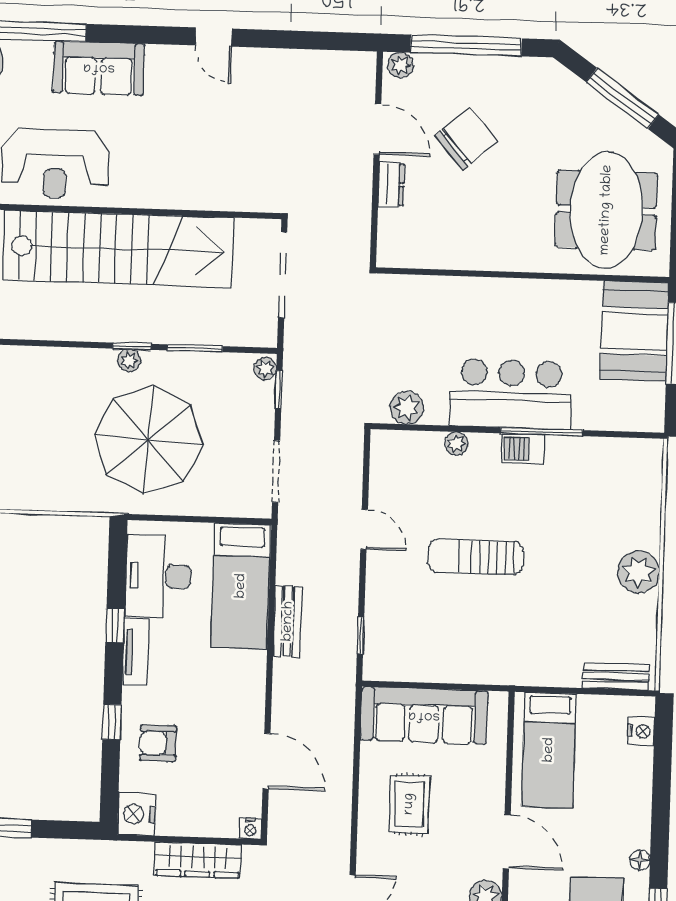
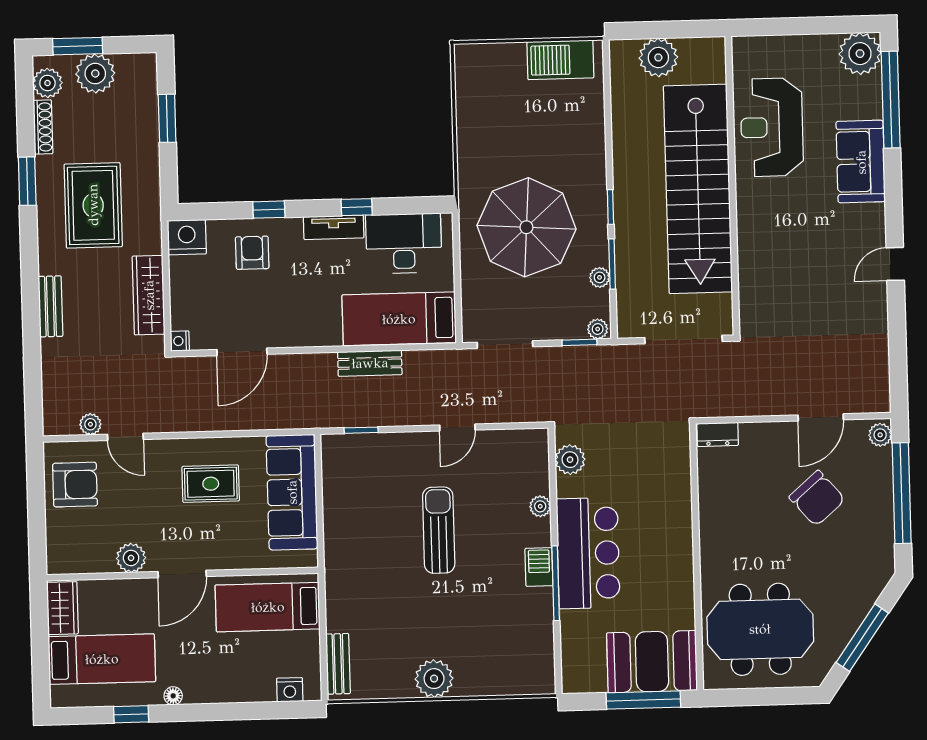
dresser: (391, 185) -> (718, 434), moved
plant: (129, 360) -> (600, 277), moved

